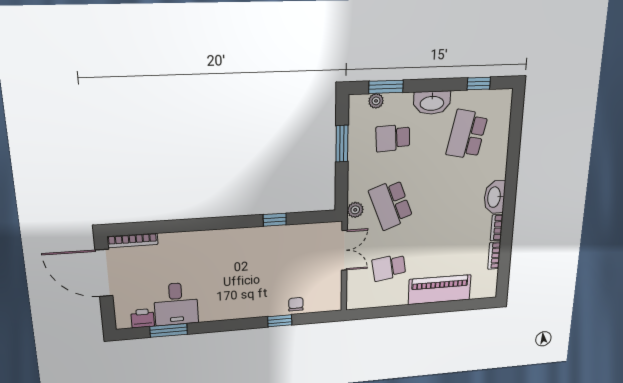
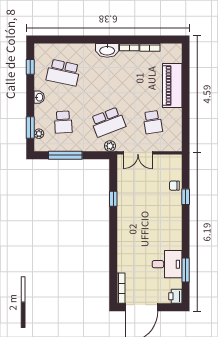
washbasin: (432, 103) -> (39, 97), width x0.52, depth x0.69
window: (342, 144) -> (65, 155), width x1.44
double door: (344, 250) -> (138, 153), swing flipped
printer: (143, 318) -> (175, 296), moved

